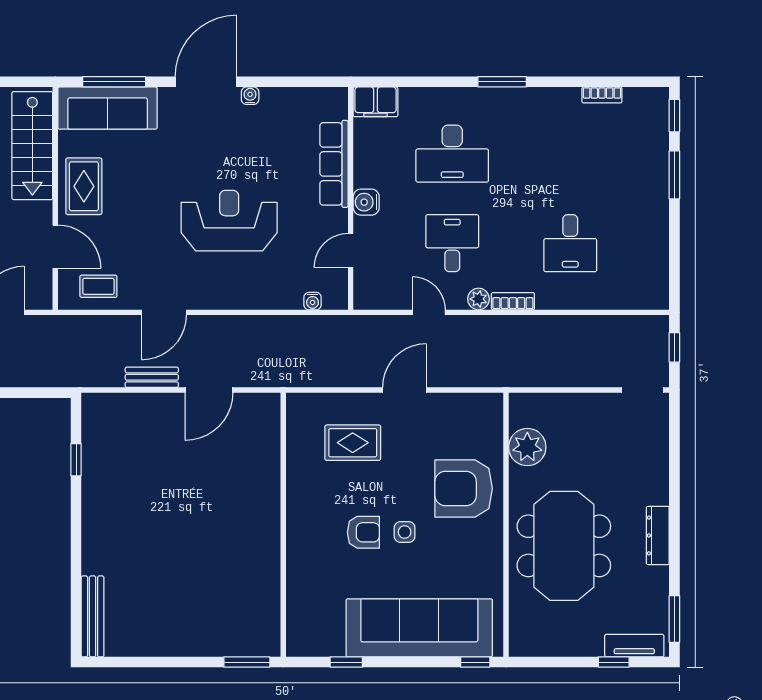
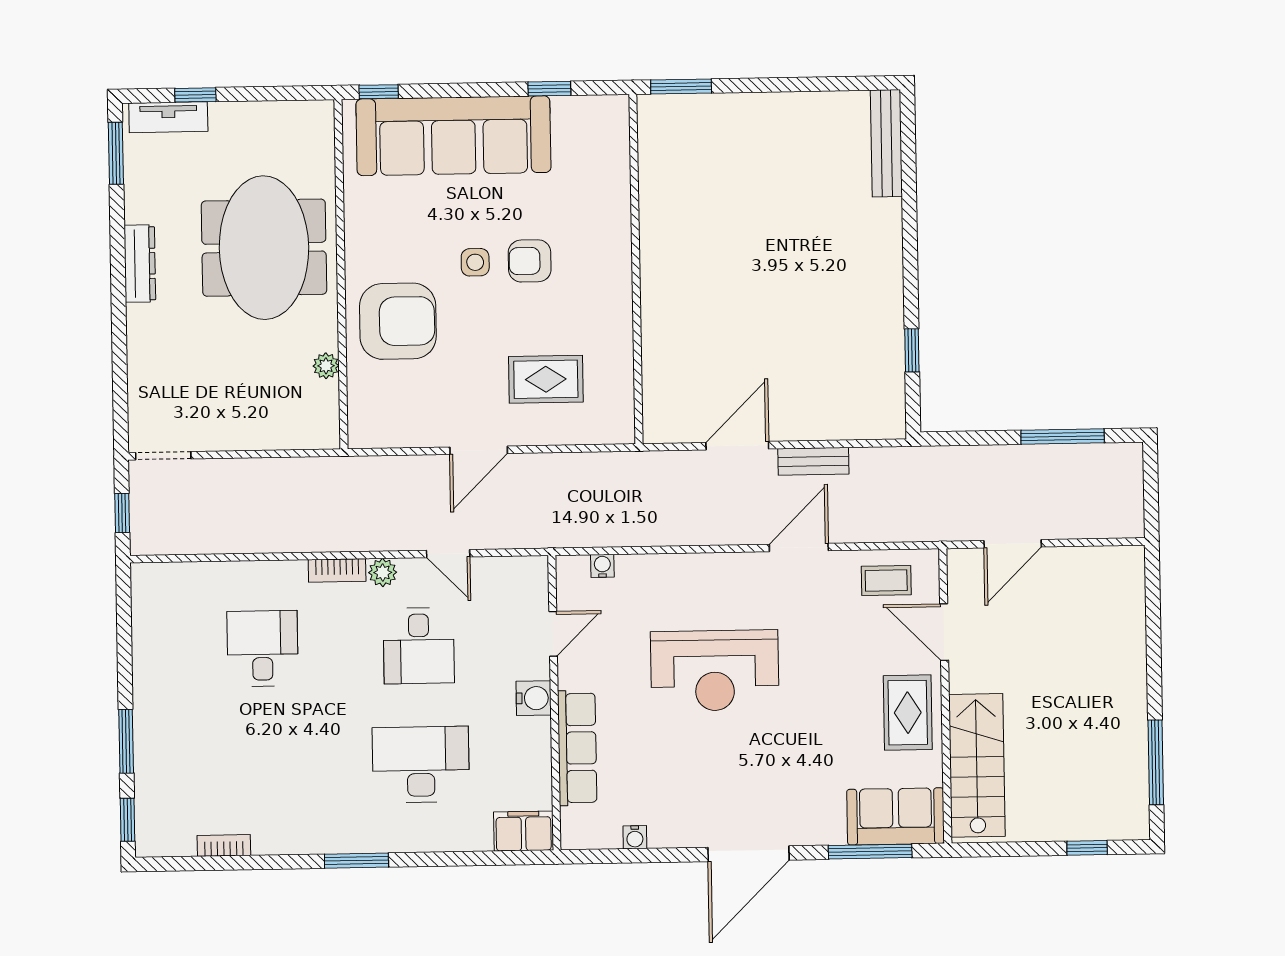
water cooler: (250, 96) -> (635, 837), moved
sofa: (108, 108) -> (896, 816), width x0.73
plant: (527, 447) -> (326, 366), width x0.53, depth x0.53

